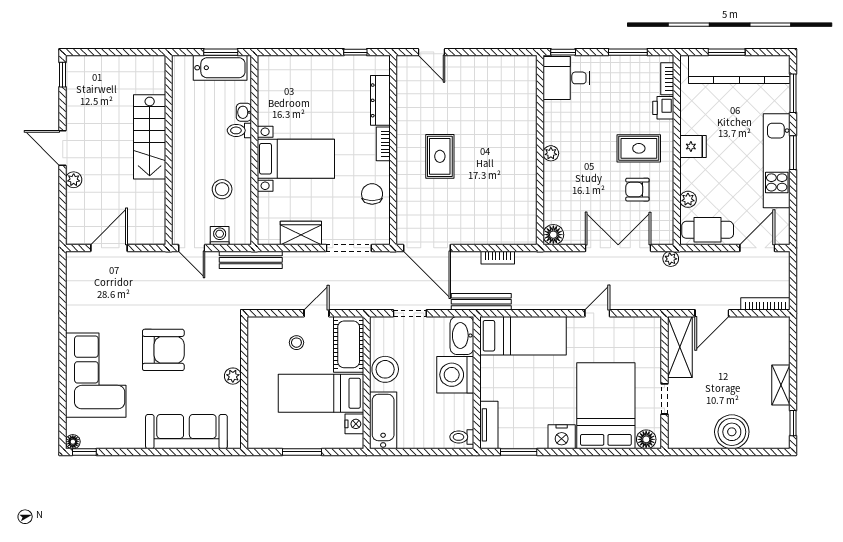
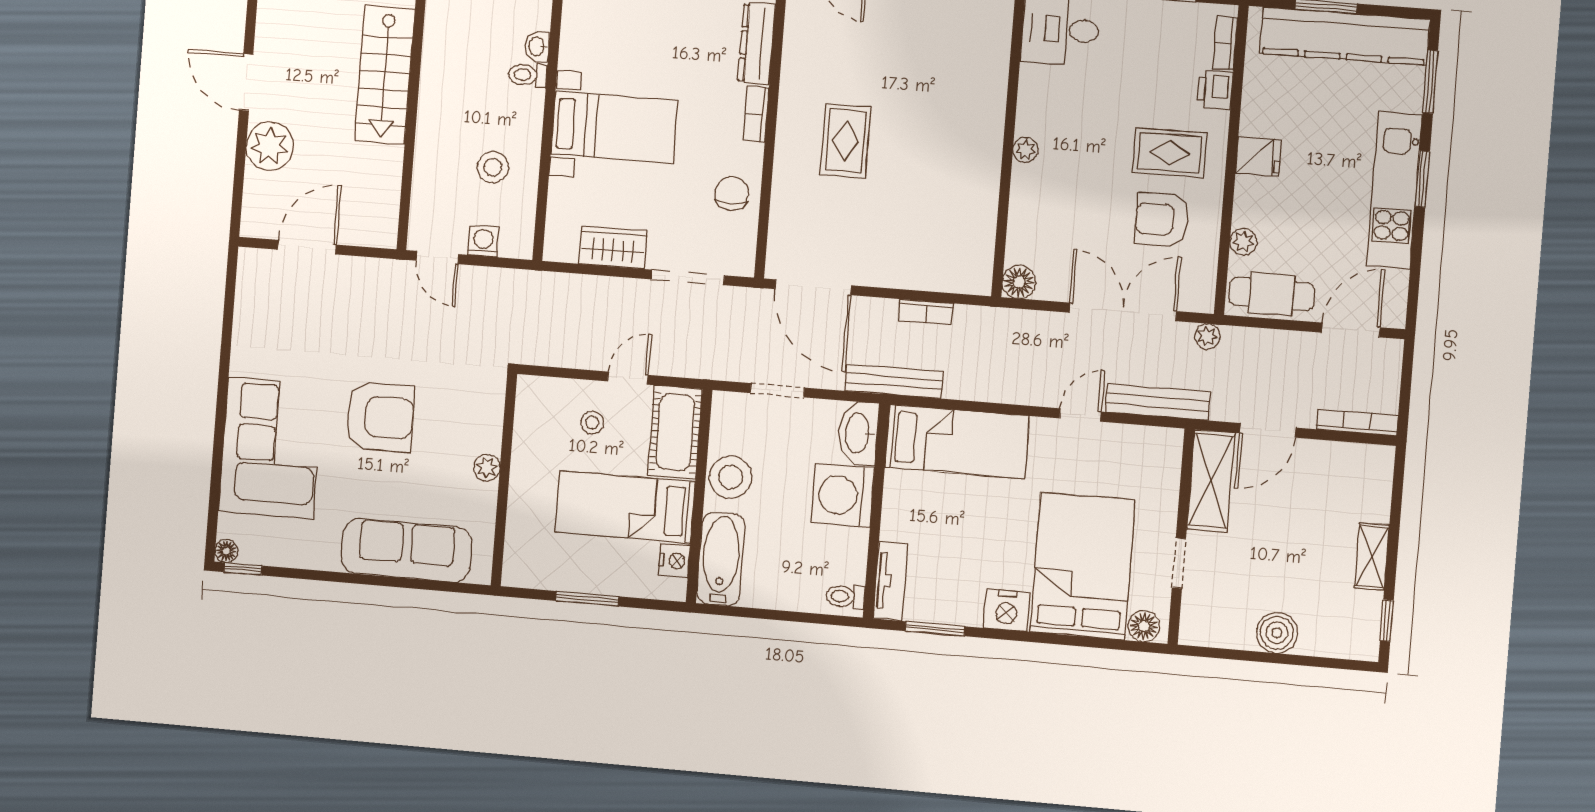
plant: (74, 180) -> (270, 146), width x1.88, depth x1.88
armchair: (637, 190) -> (1162, 220), width x1.38, depth x1.38
bench: (251, 260) -> (1158, 402), moved
boiler: (732, 432) -> (1277, 633), width x0.73, depth x0.73

